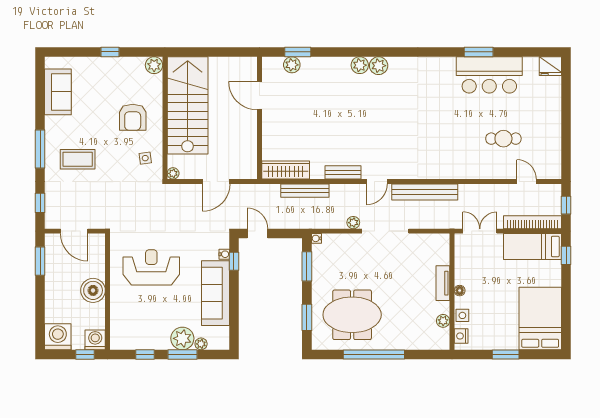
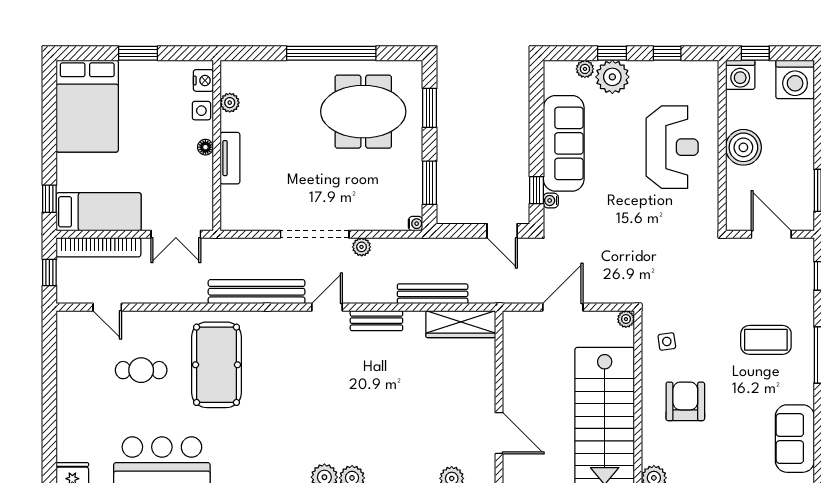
pool table: (452, 142) -> (217, 365), added
reception desk: (151, 267) -> (672, 147), moved, turned -90
window: (183, 355) -> (612, 53), width x0.67

